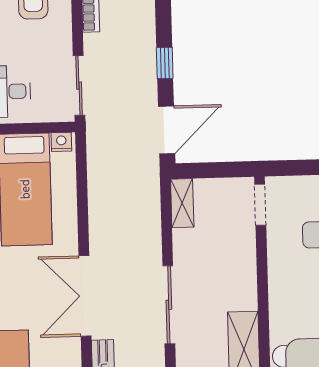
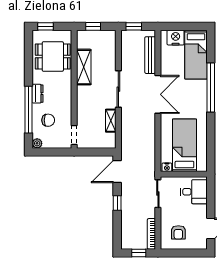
shelving: (182, 203) -> (111, 121), moved

